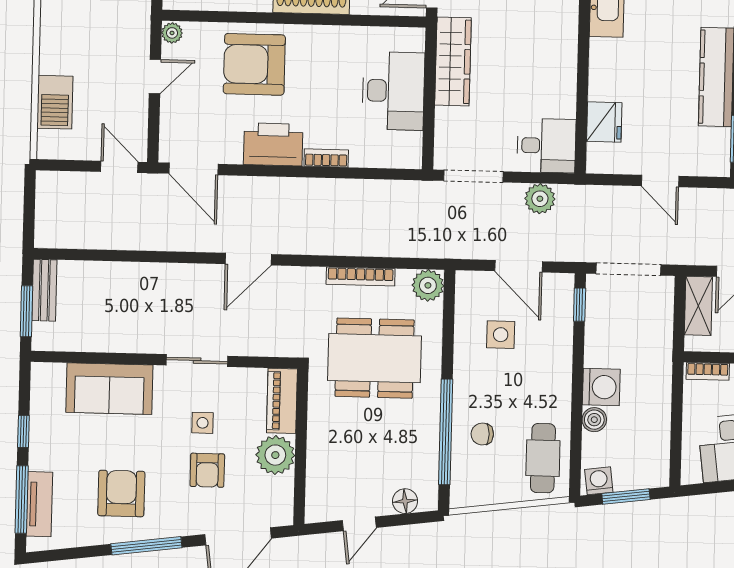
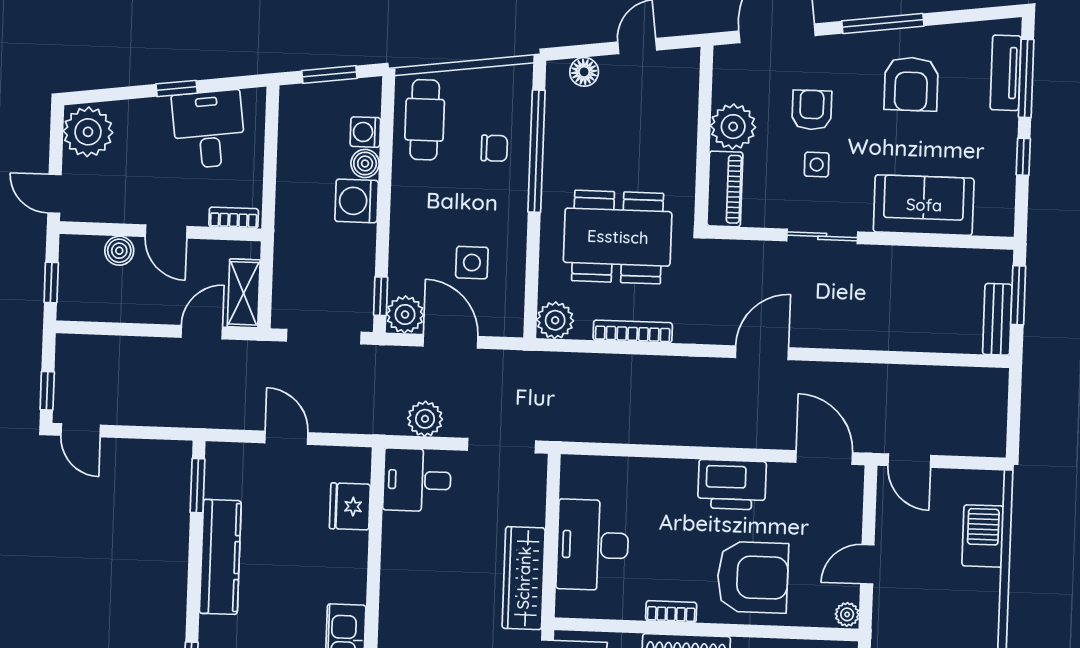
bookcase: (326, 158) -> (671, 612), moved, turned 180
plant: (558, 289) -> (405, 315), added
washing machine: (599, 481) -> (365, 132), moved, turned 97

